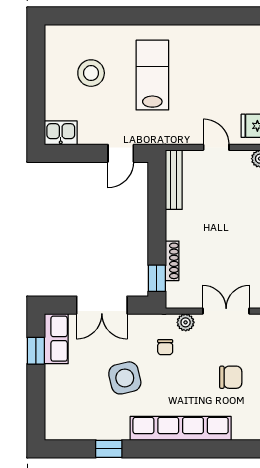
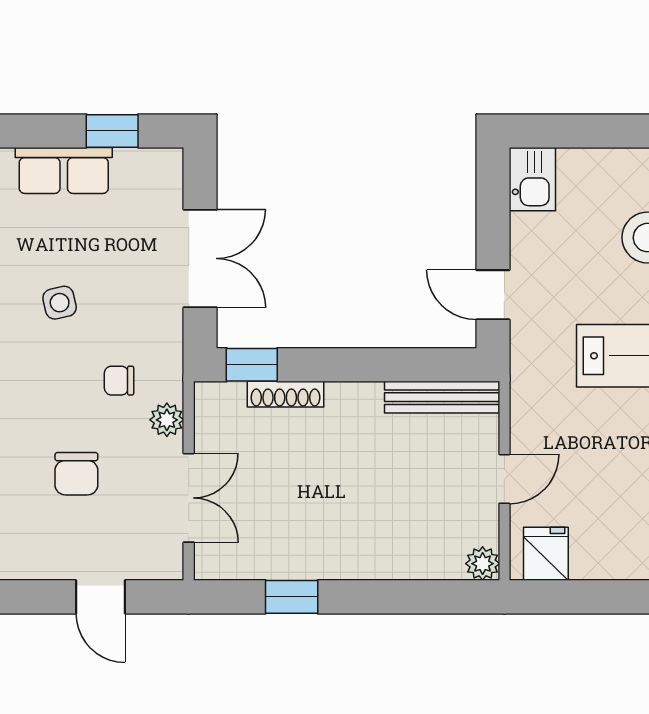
double door: (102, 305) -> (200, 258), swing flipped
row of seats: (56, 339) -> (64, 170), moved
chair: (231, 377) -> (76, 474), moved
side table: (125, 378) -> (60, 303), width x0.54, depth x0.54

